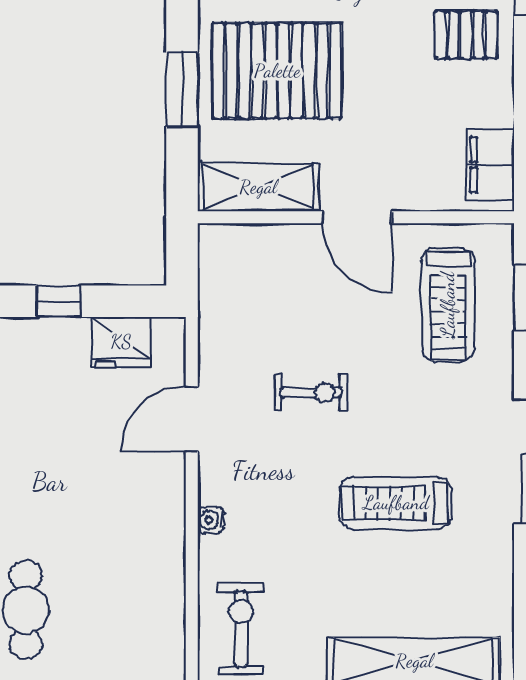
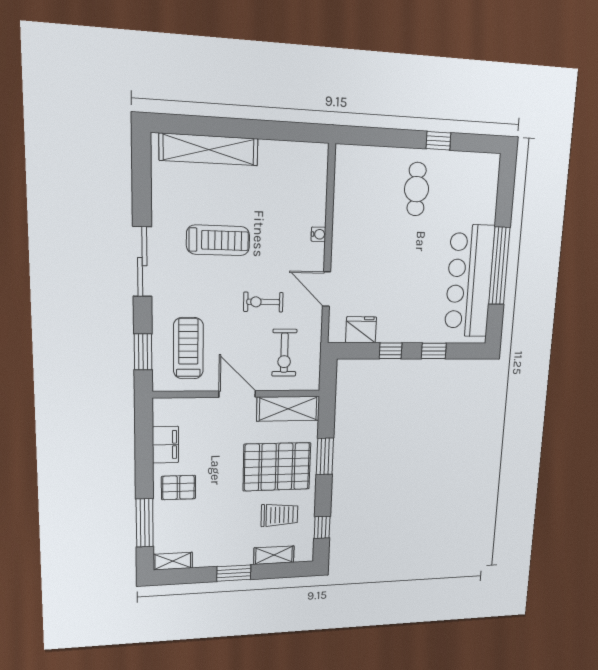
filing cabinet: (490, 165) -> (165, 445), moved
door: (192, 419) -> (326, 289), swing flipped
exercise bike: (241, 629) -> (284, 353), moved

